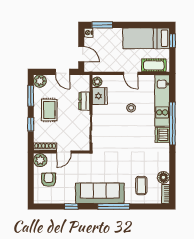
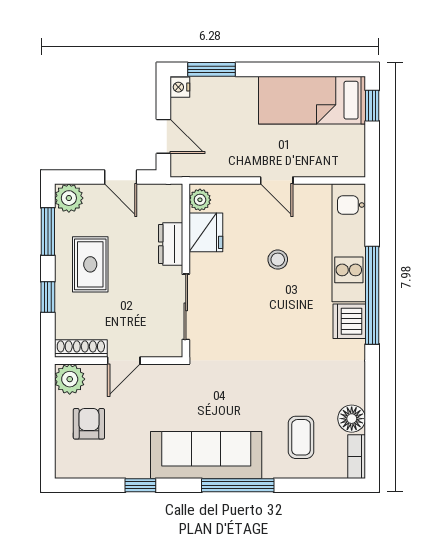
cot: (154, 65) -> (330, 162), removed

